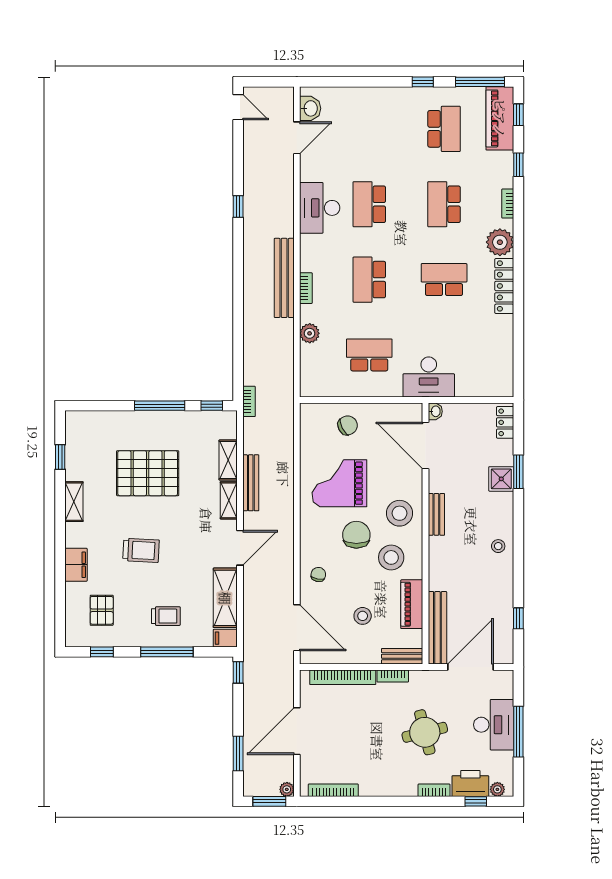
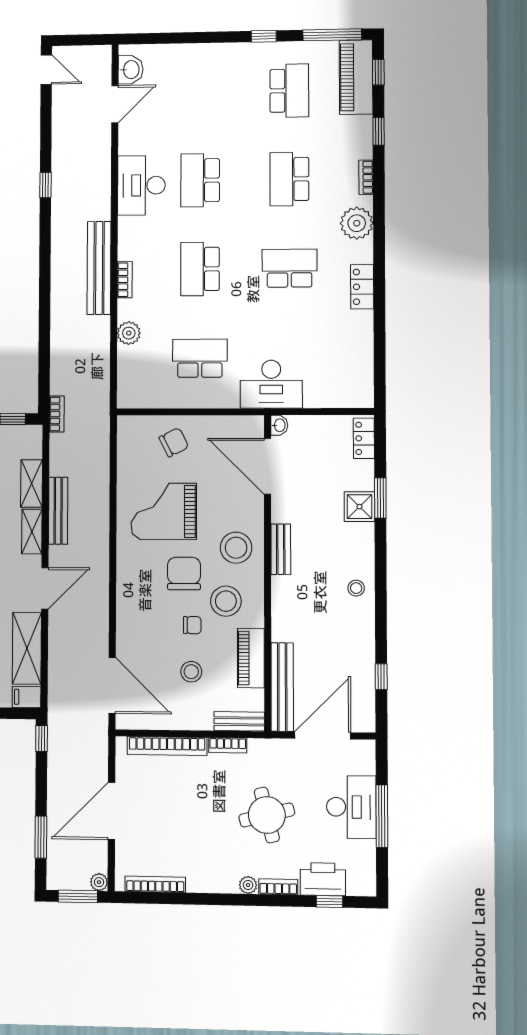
locker: (504, 286) -> (362, 287), width x0.66
chair: (318, 574) -> (192, 625), moved, turned 79
plant: (497, 789) -> (248, 885), moved

